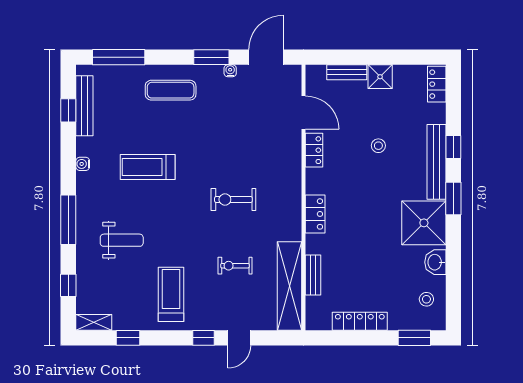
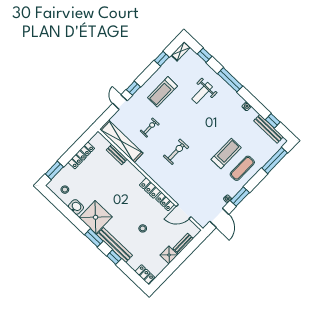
treadmill: (148, 167) -> (226, 154), moved
locker: (315, 214) -> (150, 188), moved
treadmill: (171, 294) -> (163, 92), turned 90

